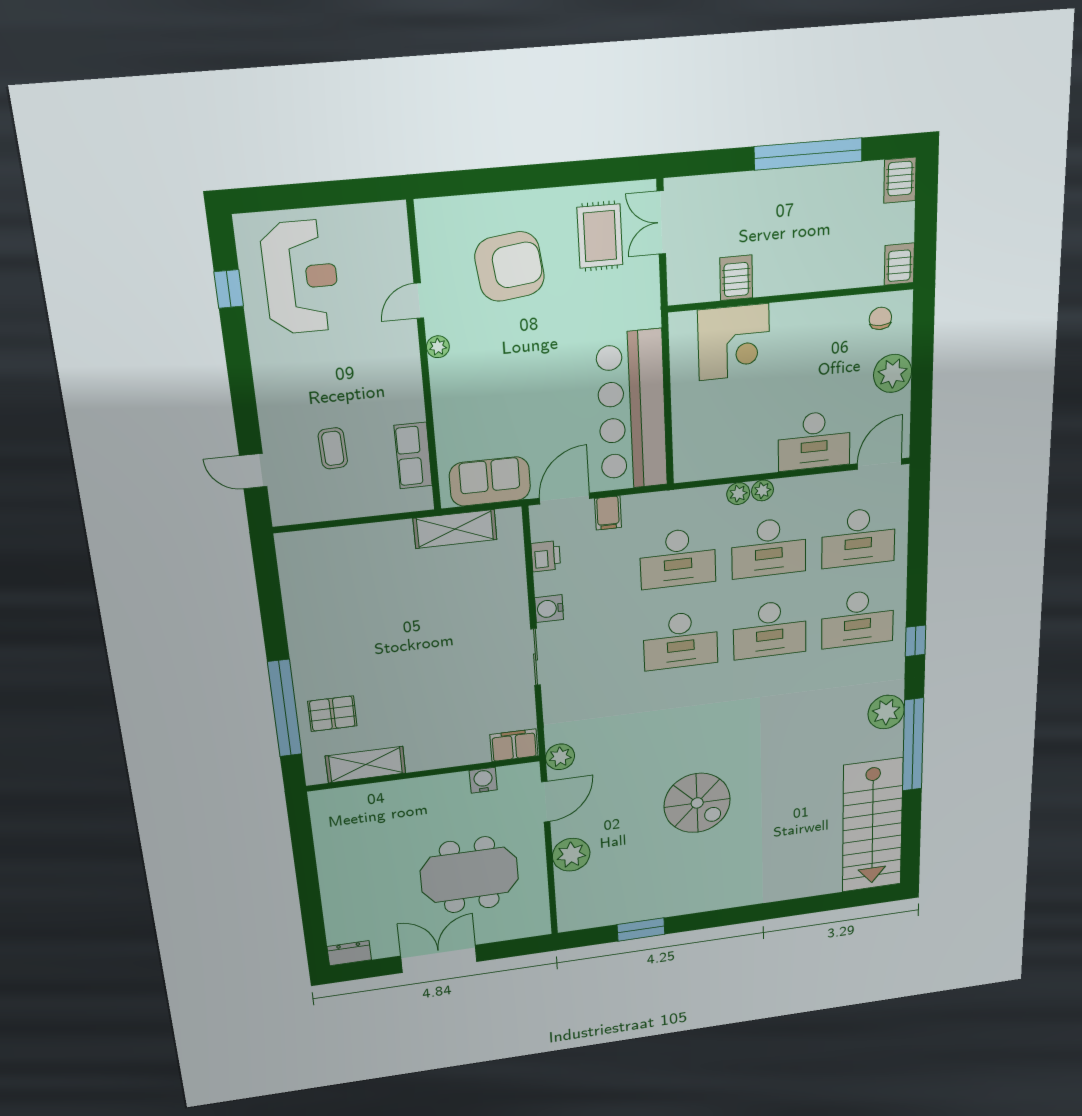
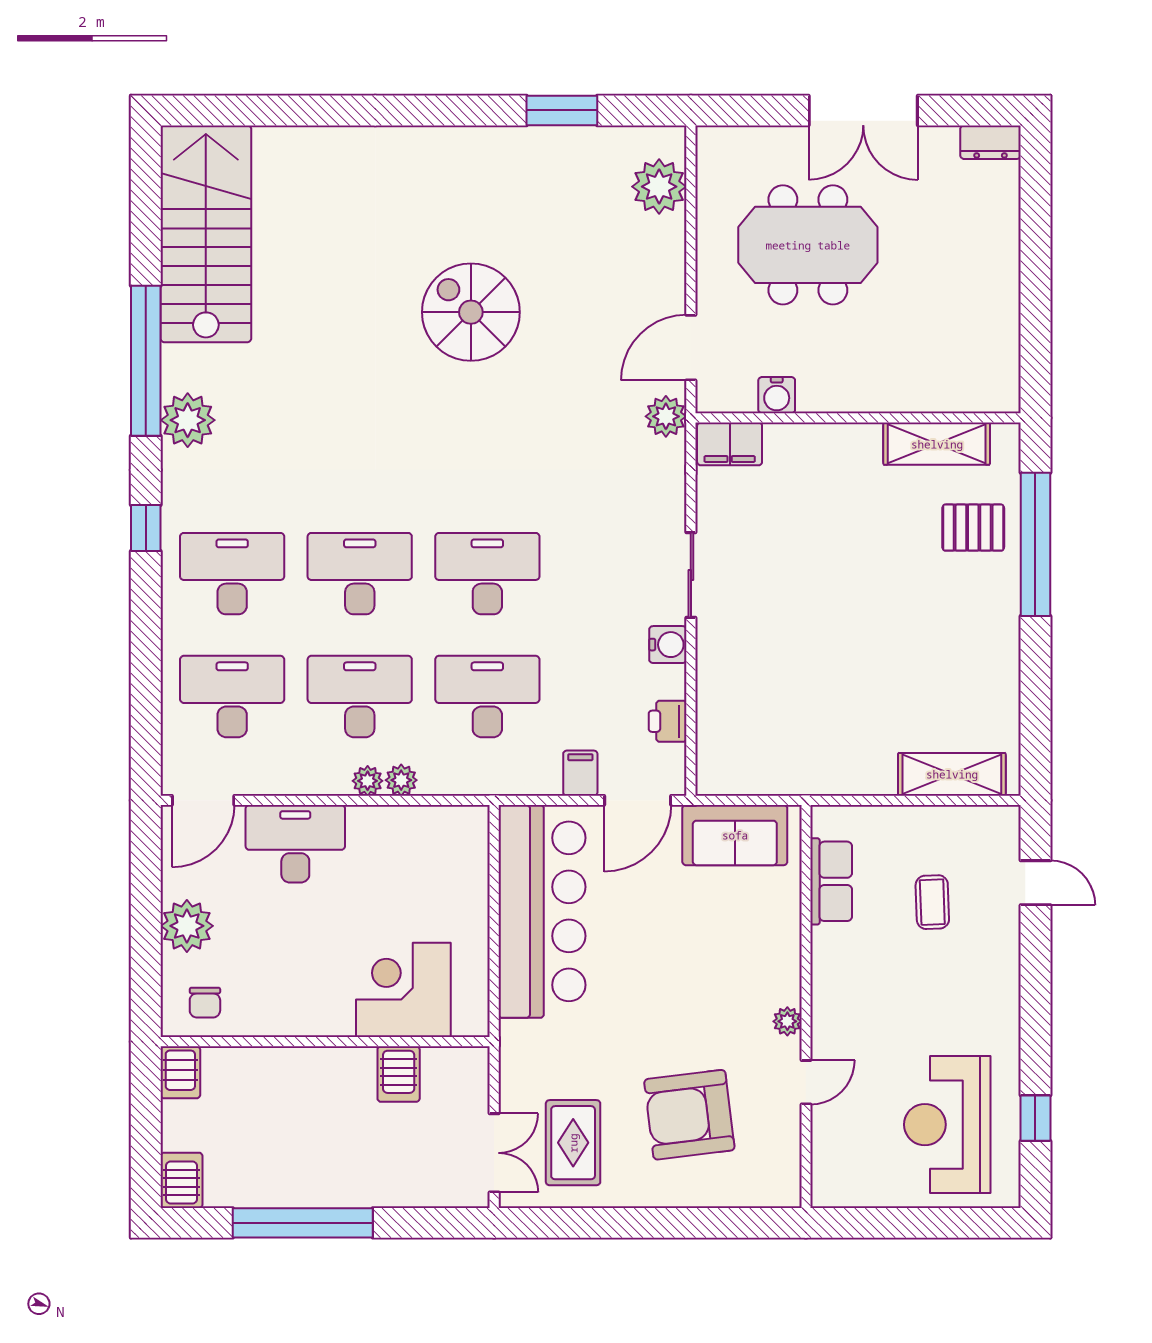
shelving: (455, 529) -> (952, 774), moved
plant: (571, 855) -> (659, 187), moved

